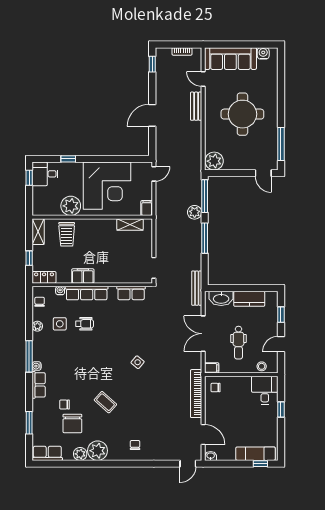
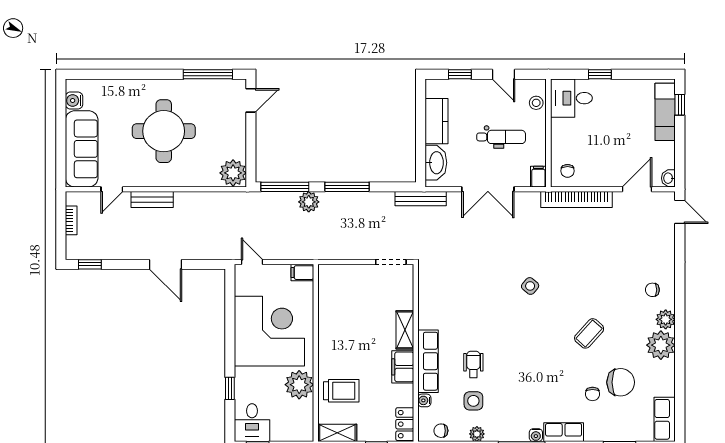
shelving: (130, 224) -> (405, 330), moved
row of seats: (131, 293) -> (428, 296), removed
plant: (80, 454) -> (666, 319), moved

